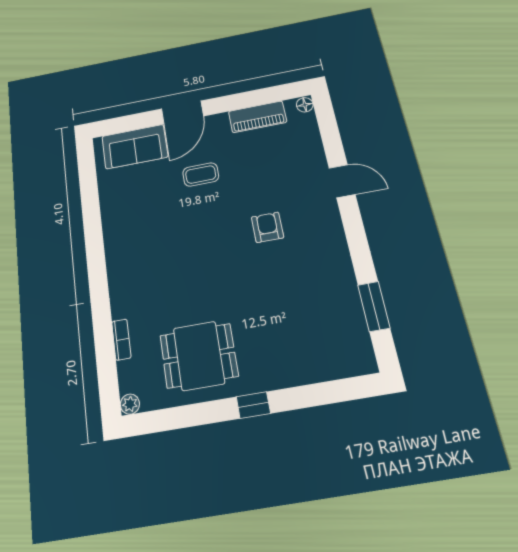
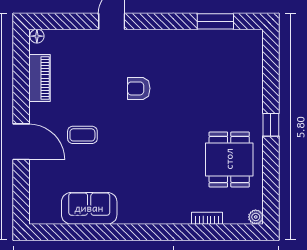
sofa: (135, 147) -> (89, 208), moved, turned -90
coffee table: (201, 175) -> (82, 135), turned 90

